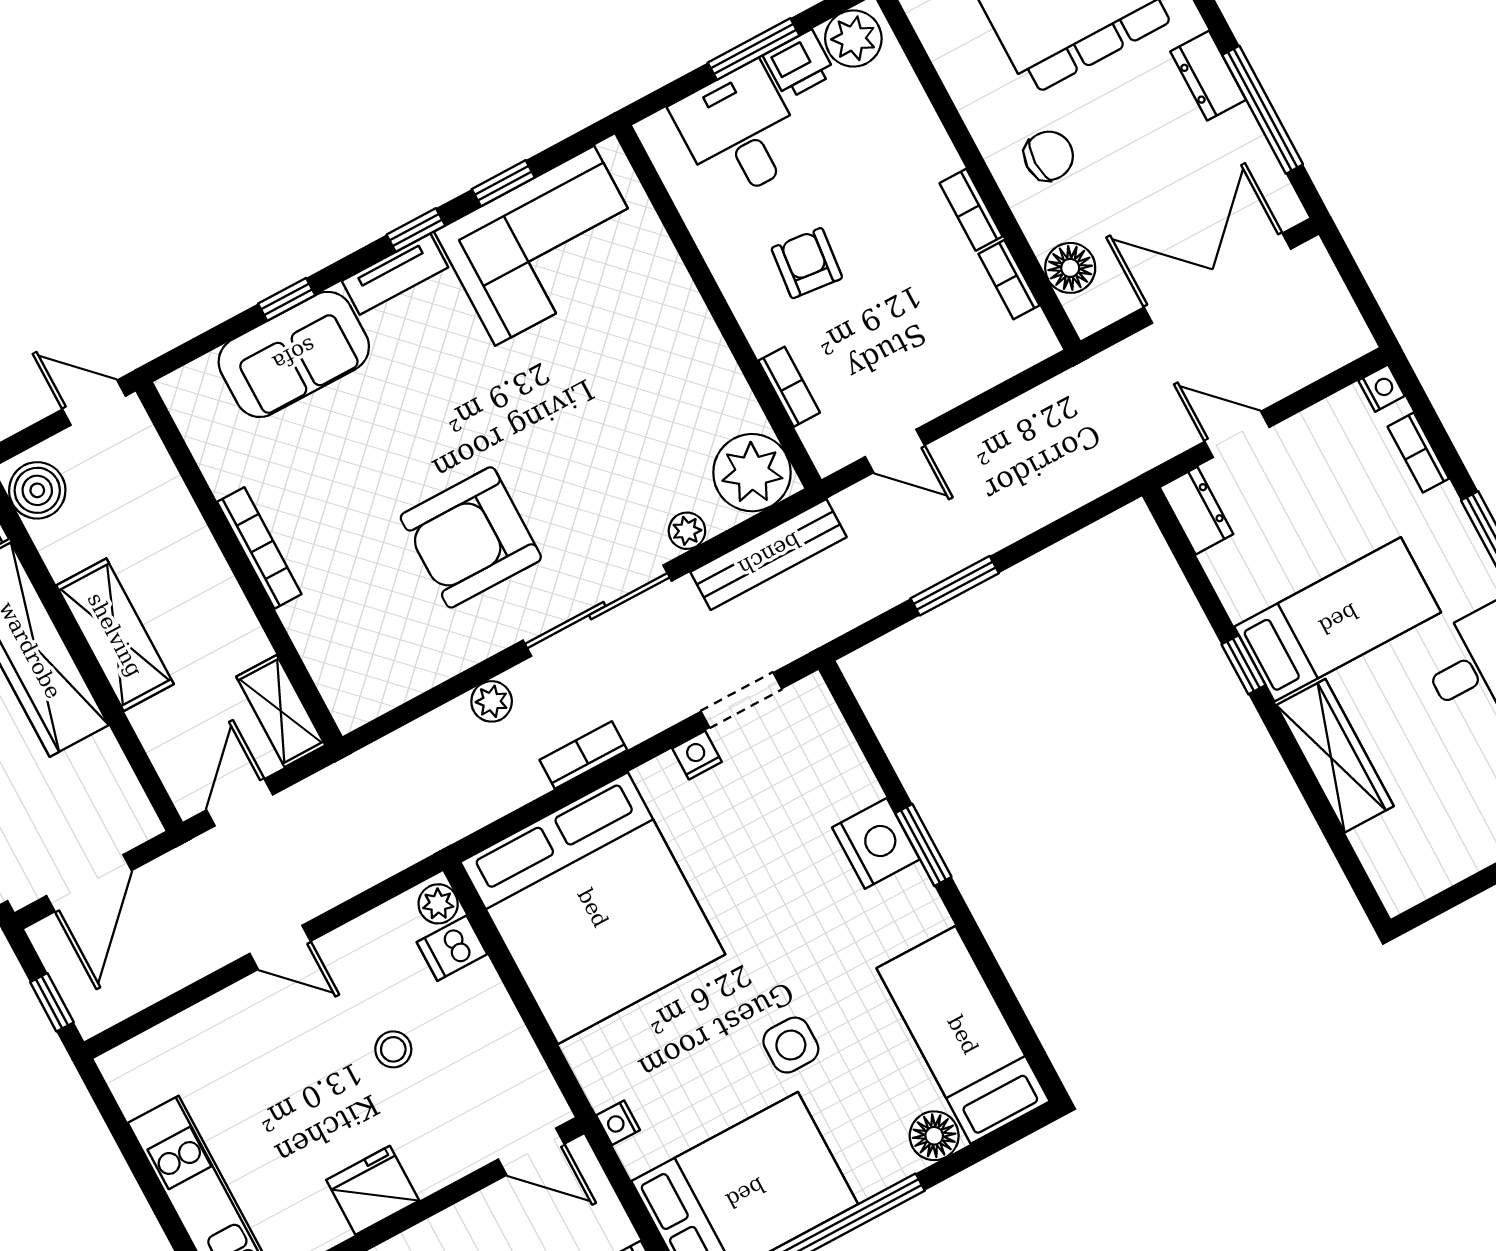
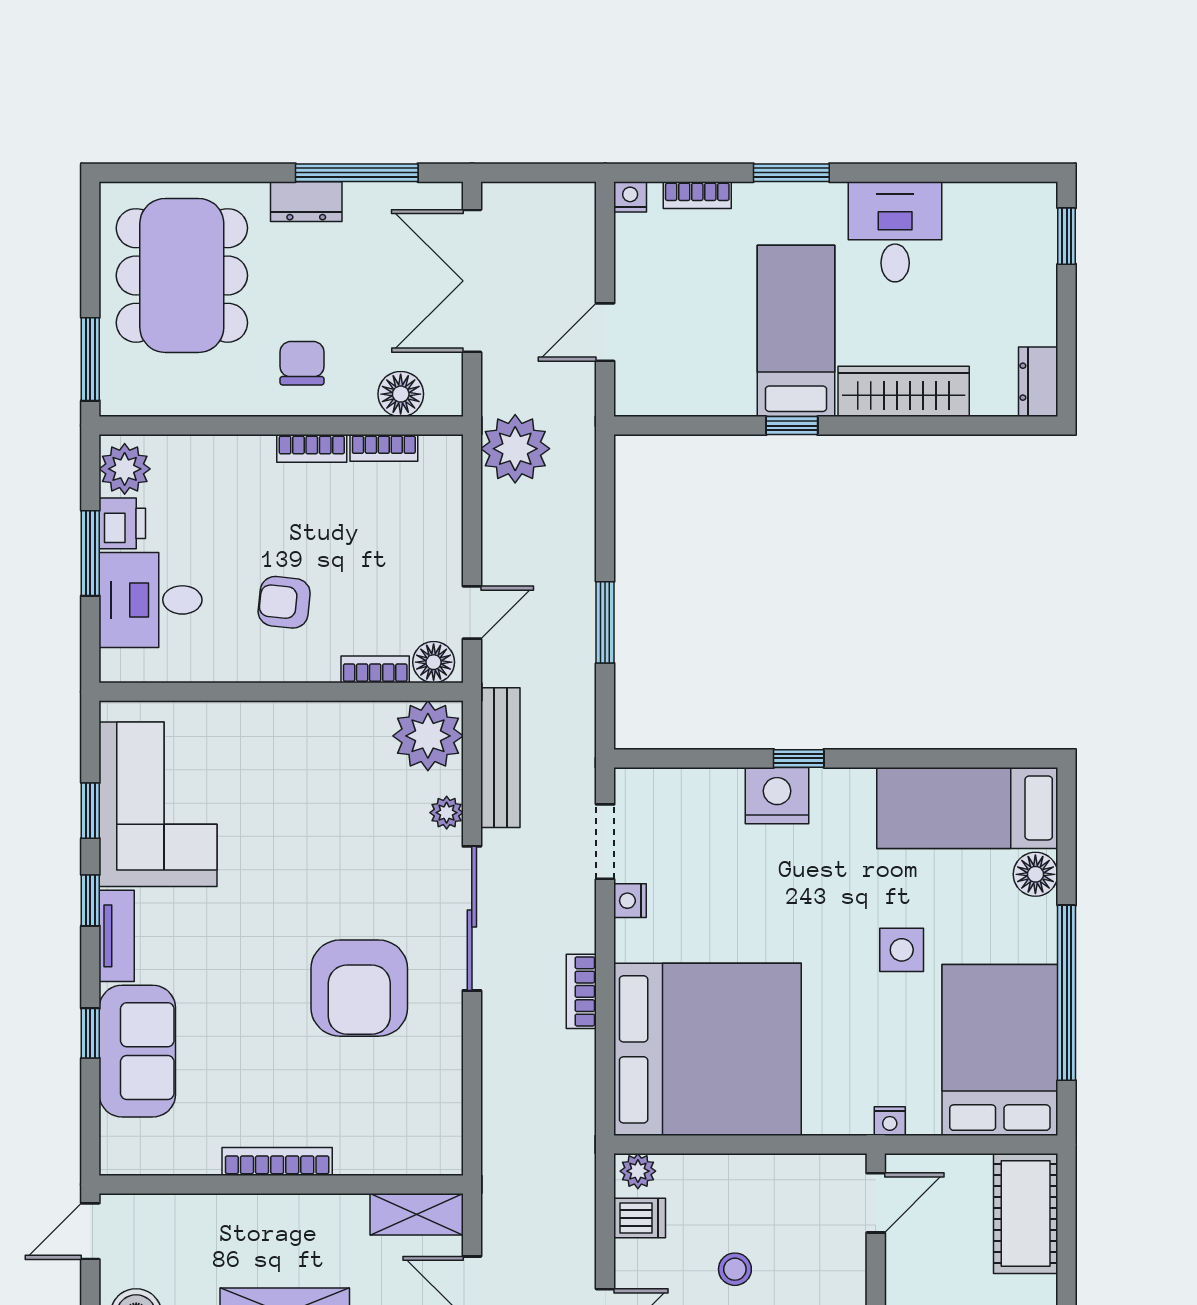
floor lamp: (827, 440) -> (434, 662), added
dresser: (1196, 511) -> (1038, 382), moved, turned -90
plant: (492, 701) -> (515, 449), moved, width x1.88, depth x1.88
window: (923, 845) -> (799, 758), width x0.67
dishwasher: (452, 948) -> (640, 1218), moved, turned -90

